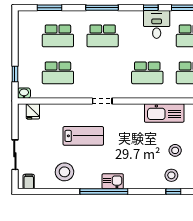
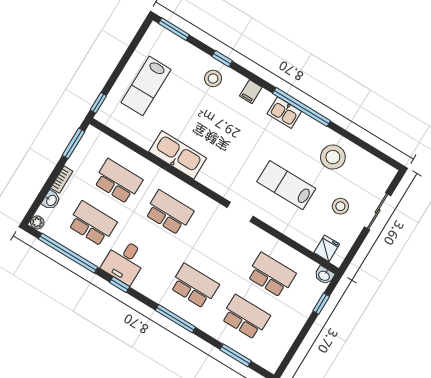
stool: (175, 150) -> (340, 206), moved
filing cabinet: (29, 182) -> (251, 92), moved

